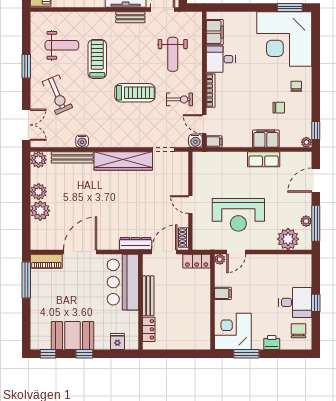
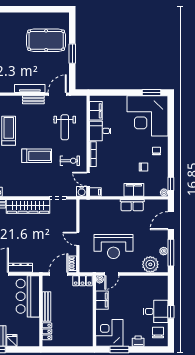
dresser: (136, 244) -> (21, 268), moved
filing cabinet: (223, 293) -> (102, 300), width x2.00
fridge: (117, 341) -> (12, 340), moved

